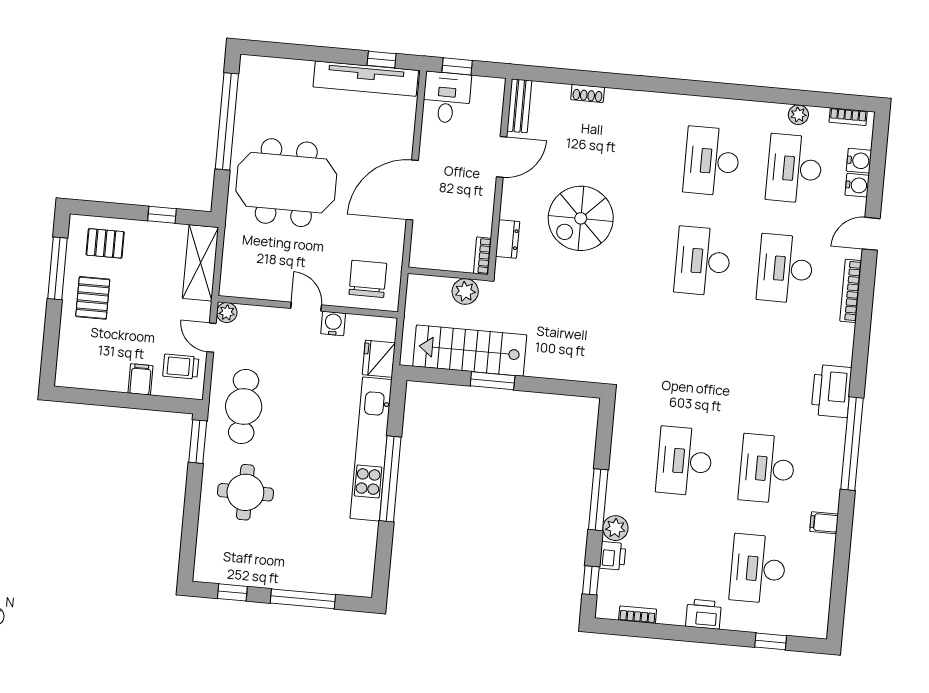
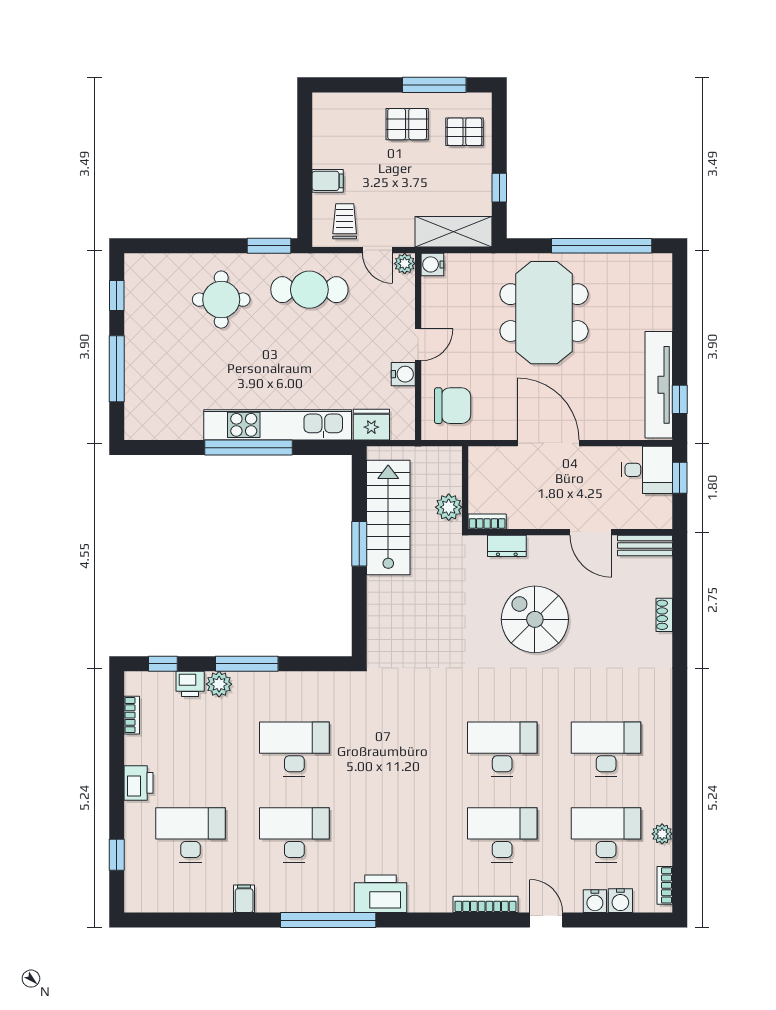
pallet: (105, 243) -> (464, 132), turned 90
water cooler: (230, 286) -> (432, 264), added
door: (212, 338) -> (377, 250), swing flipped

